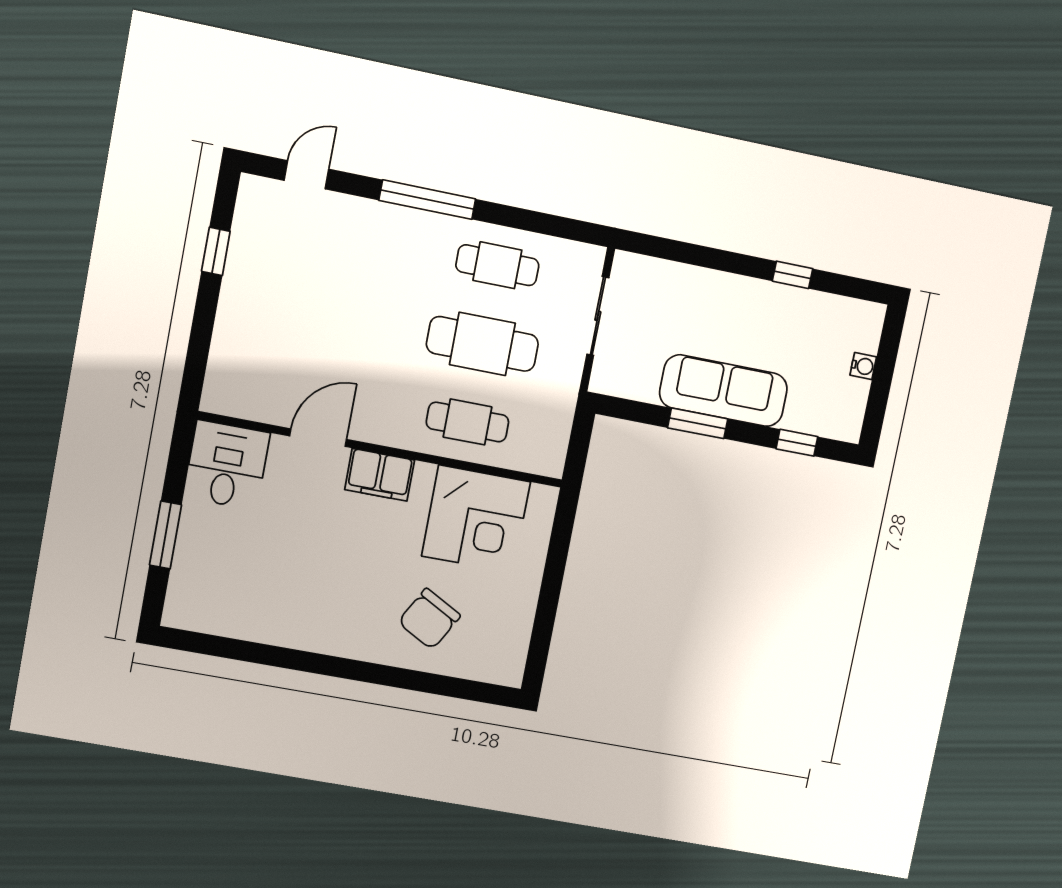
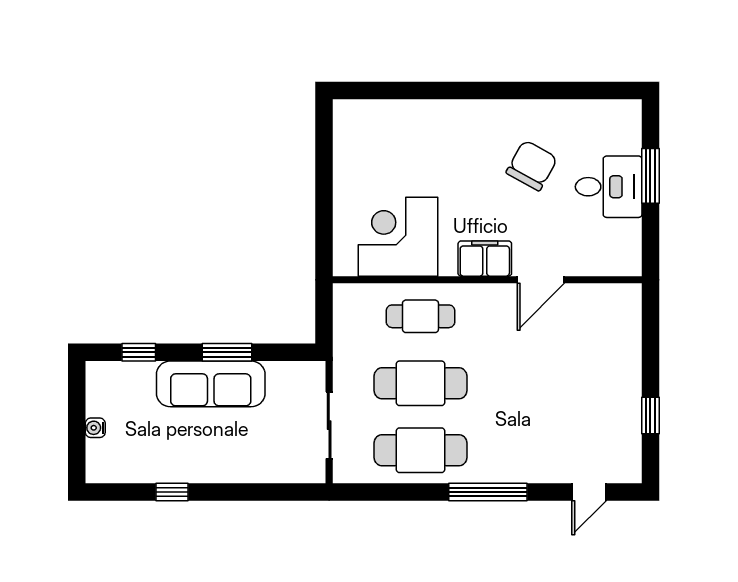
cafe table: (497, 265) -> (420, 450), width x1.37, depth x1.35
desk: (227, 465) -> (609, 187), moved, turned -90
chair: (429, 619) -> (532, 165), moved

